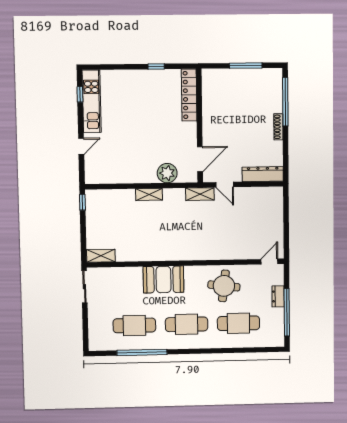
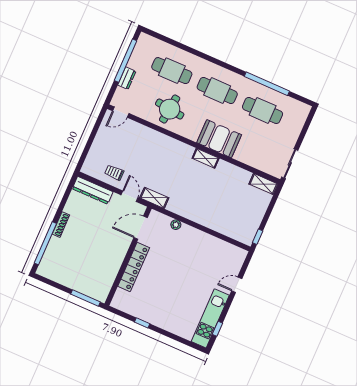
window: (246, 66) -> (85, 298), moved
locker: (189, 95) -> (134, 267), moved
plant: (167, 173) -> (176, 225), width x0.53, depth x0.53
shelving: (149, 194) -> (206, 158), moved
trolley: (250, 201) -> (114, 173), added

